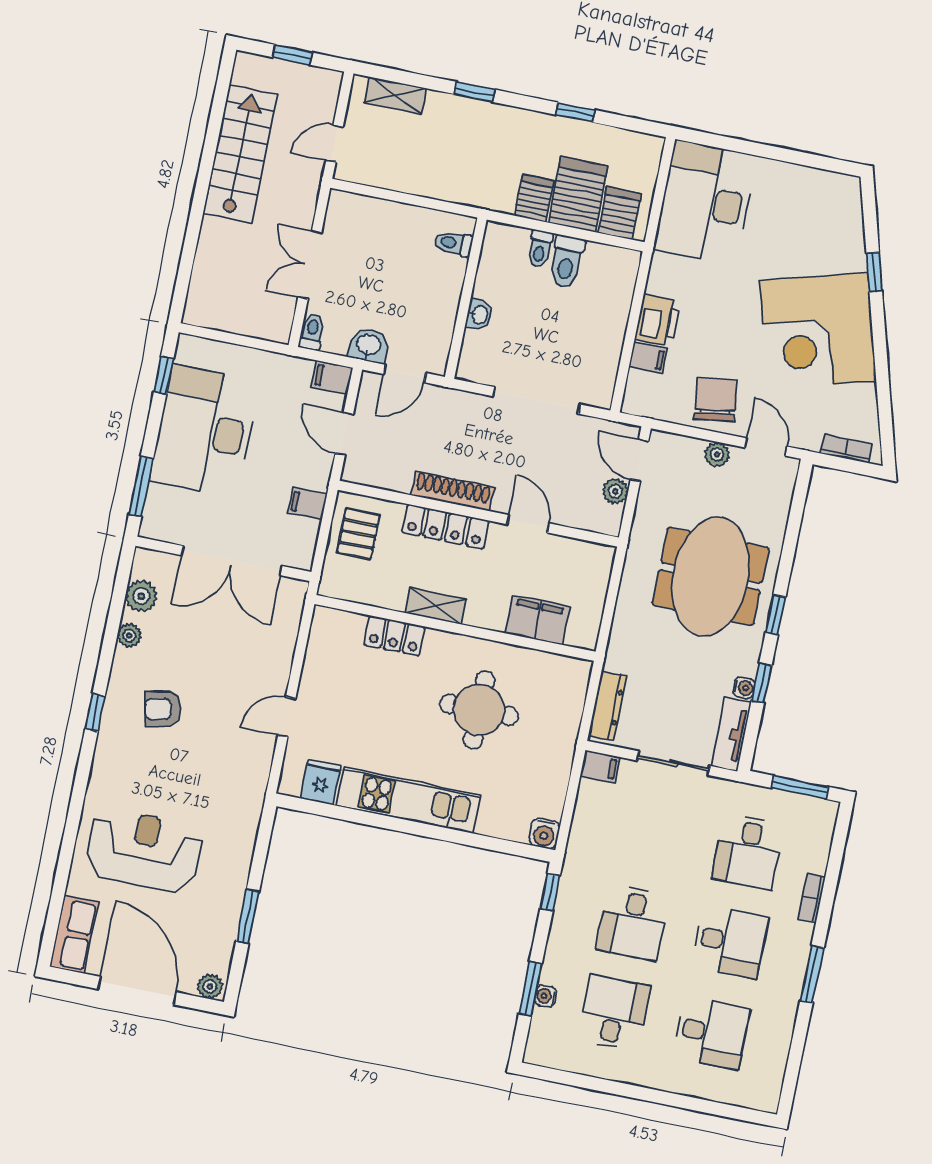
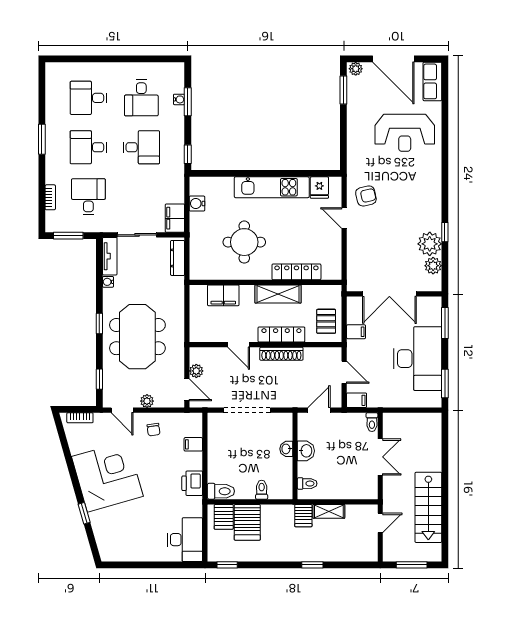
window: (292, 55) -> (412, 565), width x1.50
shelving: (395, 95) -> (329, 511), moved
window: (575, 112) -> (227, 565), moved
server rack: (534, 198) -> (303, 516), moved
desk: (705, 203) -> (185, 540), width x0.73, depth x0.77
toilet: (567, 262) -> (221, 491), moved, turned 90
printer: (658, 320) -> (192, 483), moved
washbasin: (369, 345) -> (306, 451), moved, turned -90
window: (164, 375) -> (445, 384), width x1.50
chair: (716, 400) -> (154, 430), width x0.54, depth x0.54
double door: (232, 561) -> (389, 294), swing flipped
shelving: (436, 606) -> (278, 294), width x1.50, depth x1.33
plant: (129, 635) -> (430, 244), width x1.88, depth x1.88
locker: (394, 636) -> (296, 272), width x1.53
window: (762, 683) -> (99, 379), moved
armchair: (163, 709) -> (366, 196), moved
window: (95, 712) -> (445, 232), moved
door: (287, 717) -> (344, 218), swing flipped
filing cabinet: (600, 767) -> (175, 218), width x2.00
water cooler: (544, 833) -> (197, 204), moved, turned -90
bookcase: (812, 898) -> (50, 197), moved
window: (248, 916) -> (343, 90), moved
desk: (633, 922) -> (141, 147), turned 90

